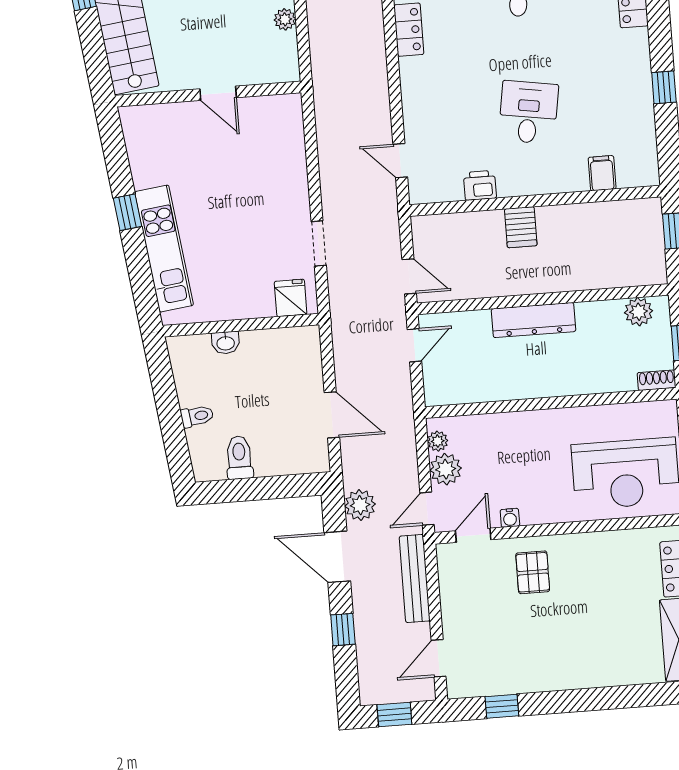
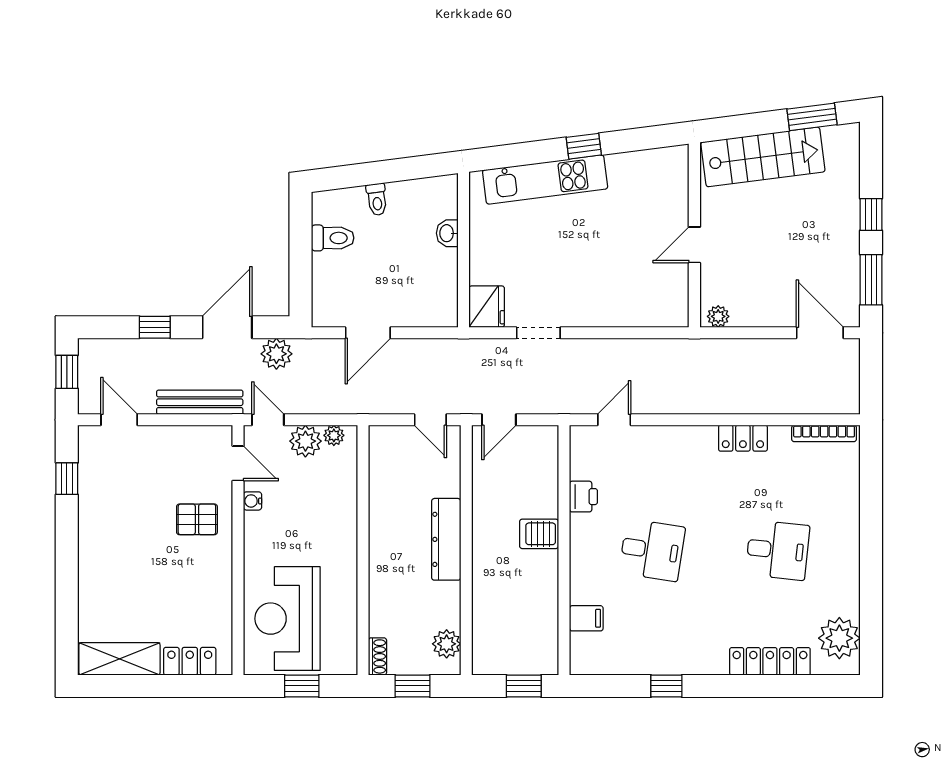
plant: (285, 19) -> (718, 316), moved
fridge: (291, 298) -> (487, 307), width x1.38

